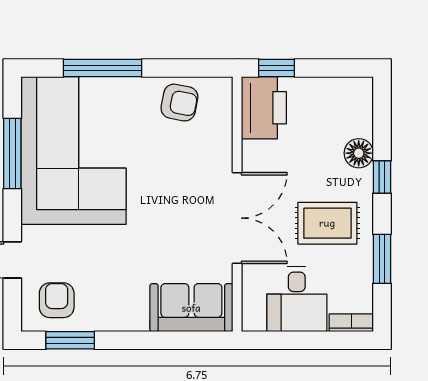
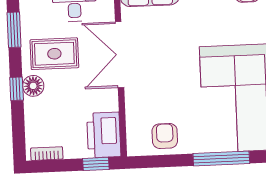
bookcase: (344, 85) -> (47, 154), added
armchair: (179, 103) -> (165, 136), turned 79
floor lamp: (359, 153) -> (33, 86), moved

